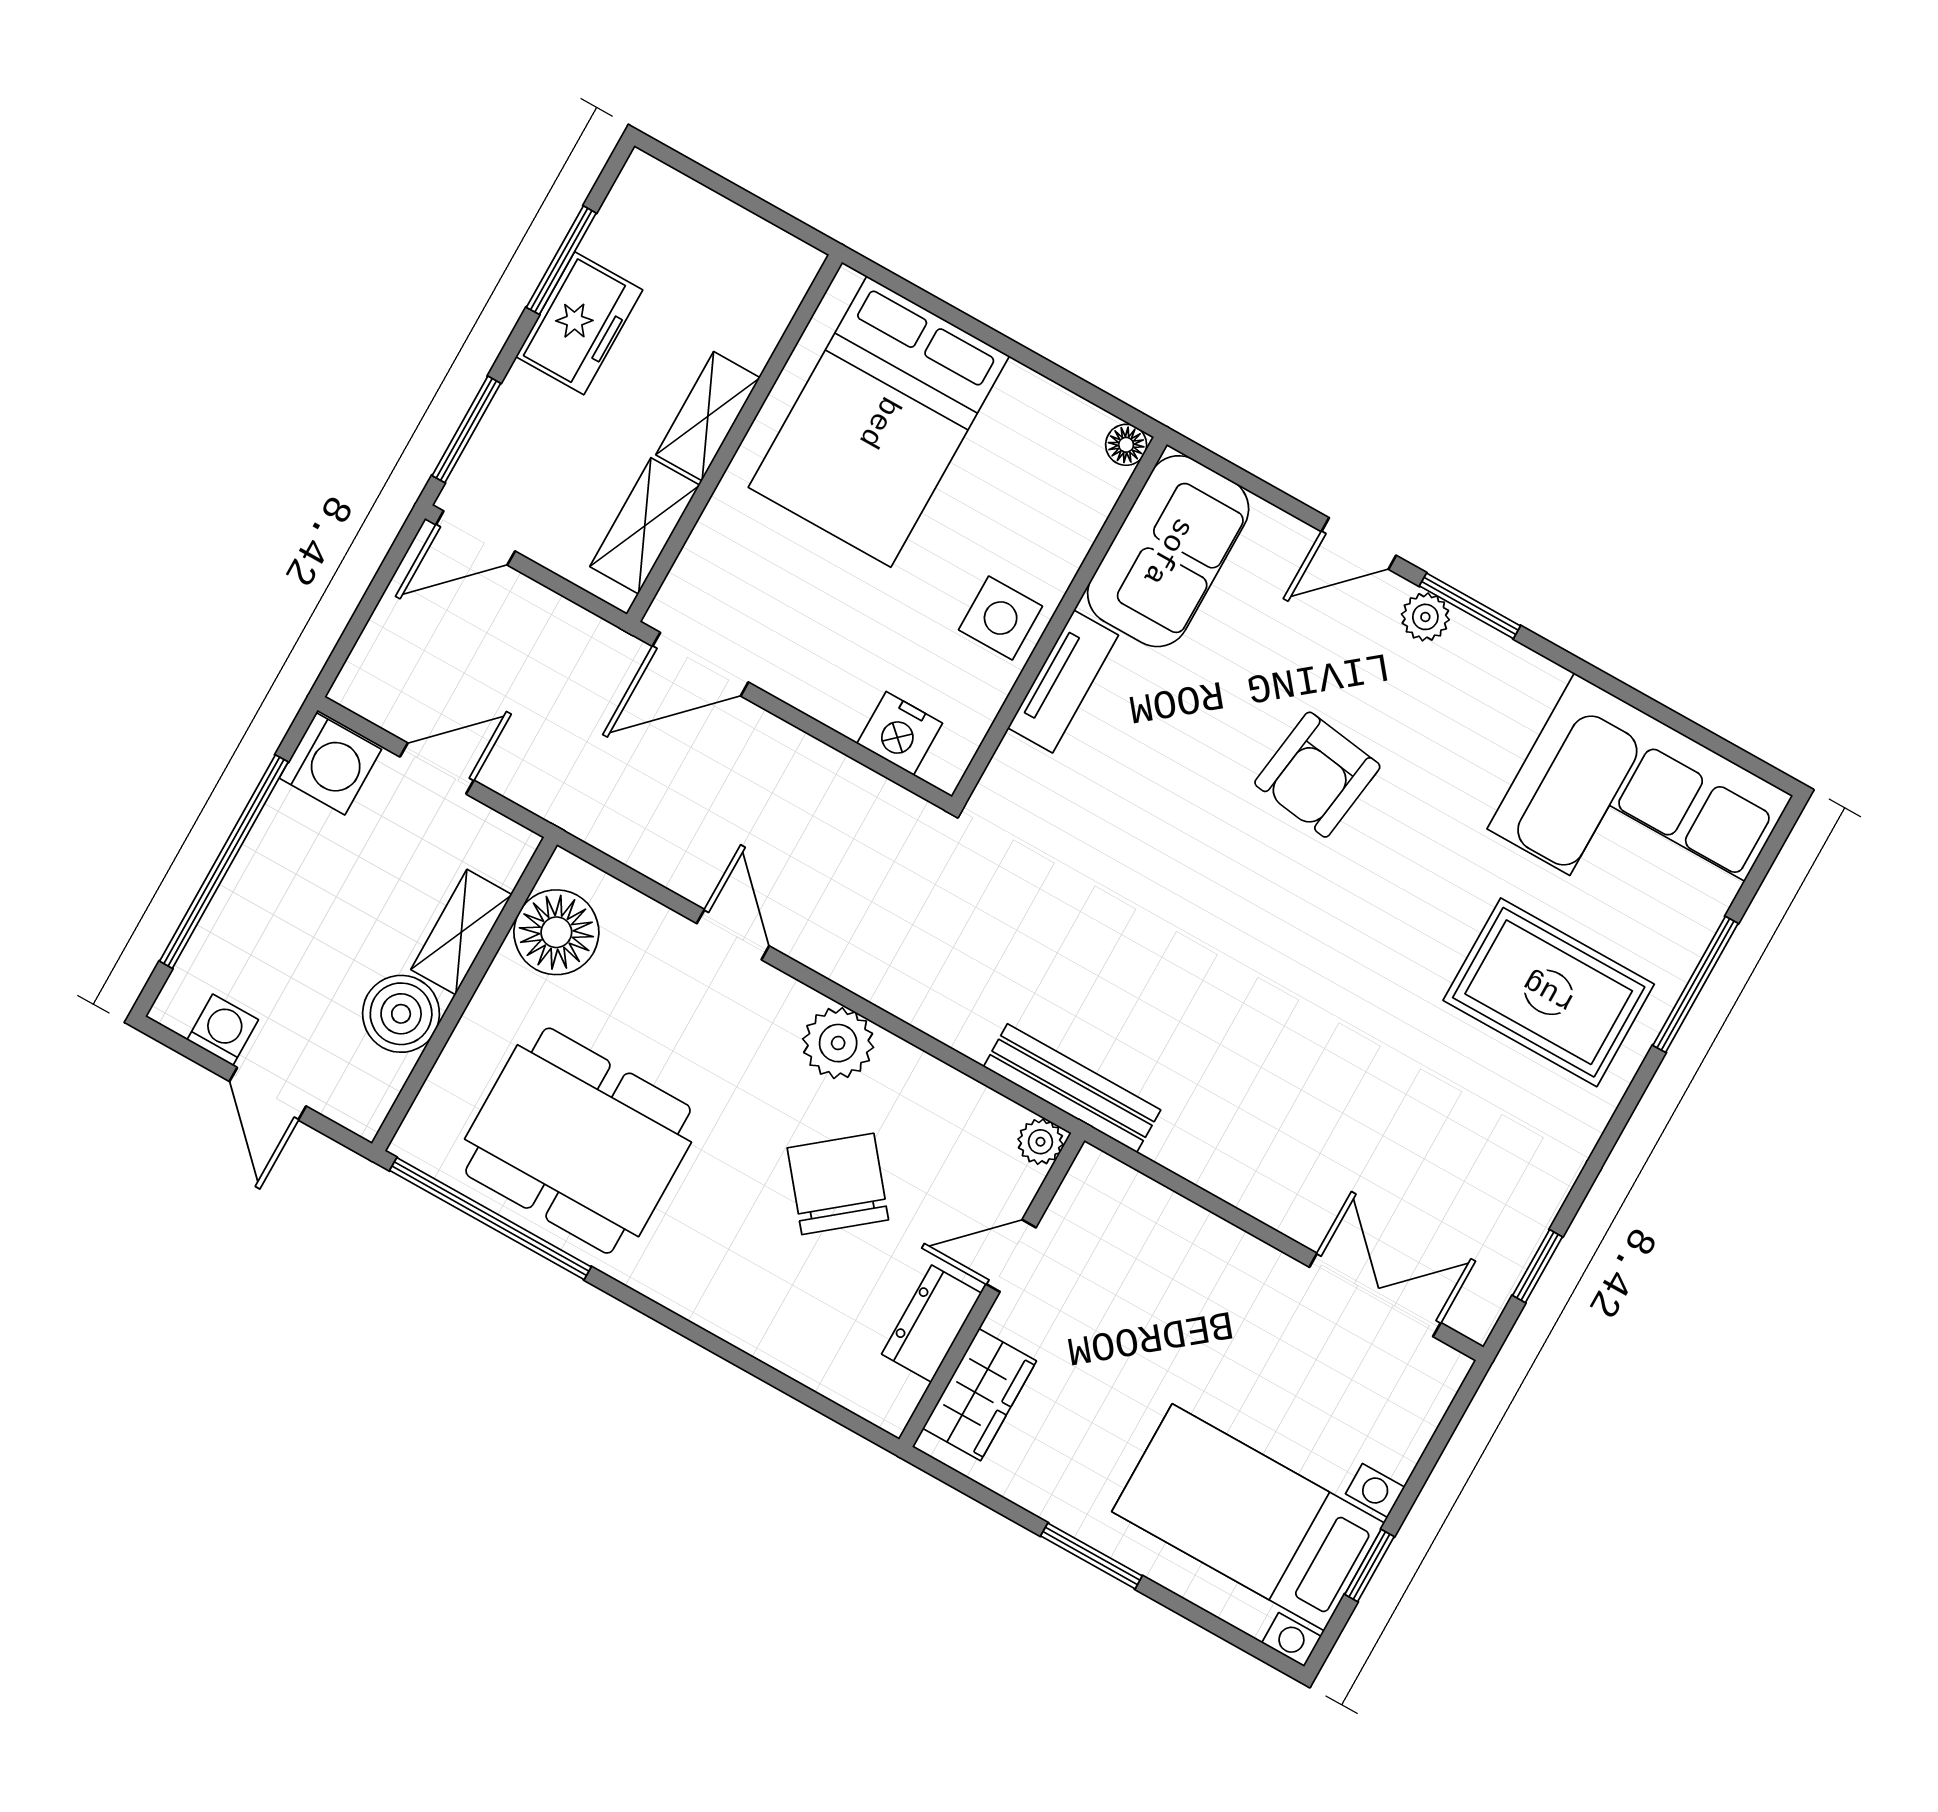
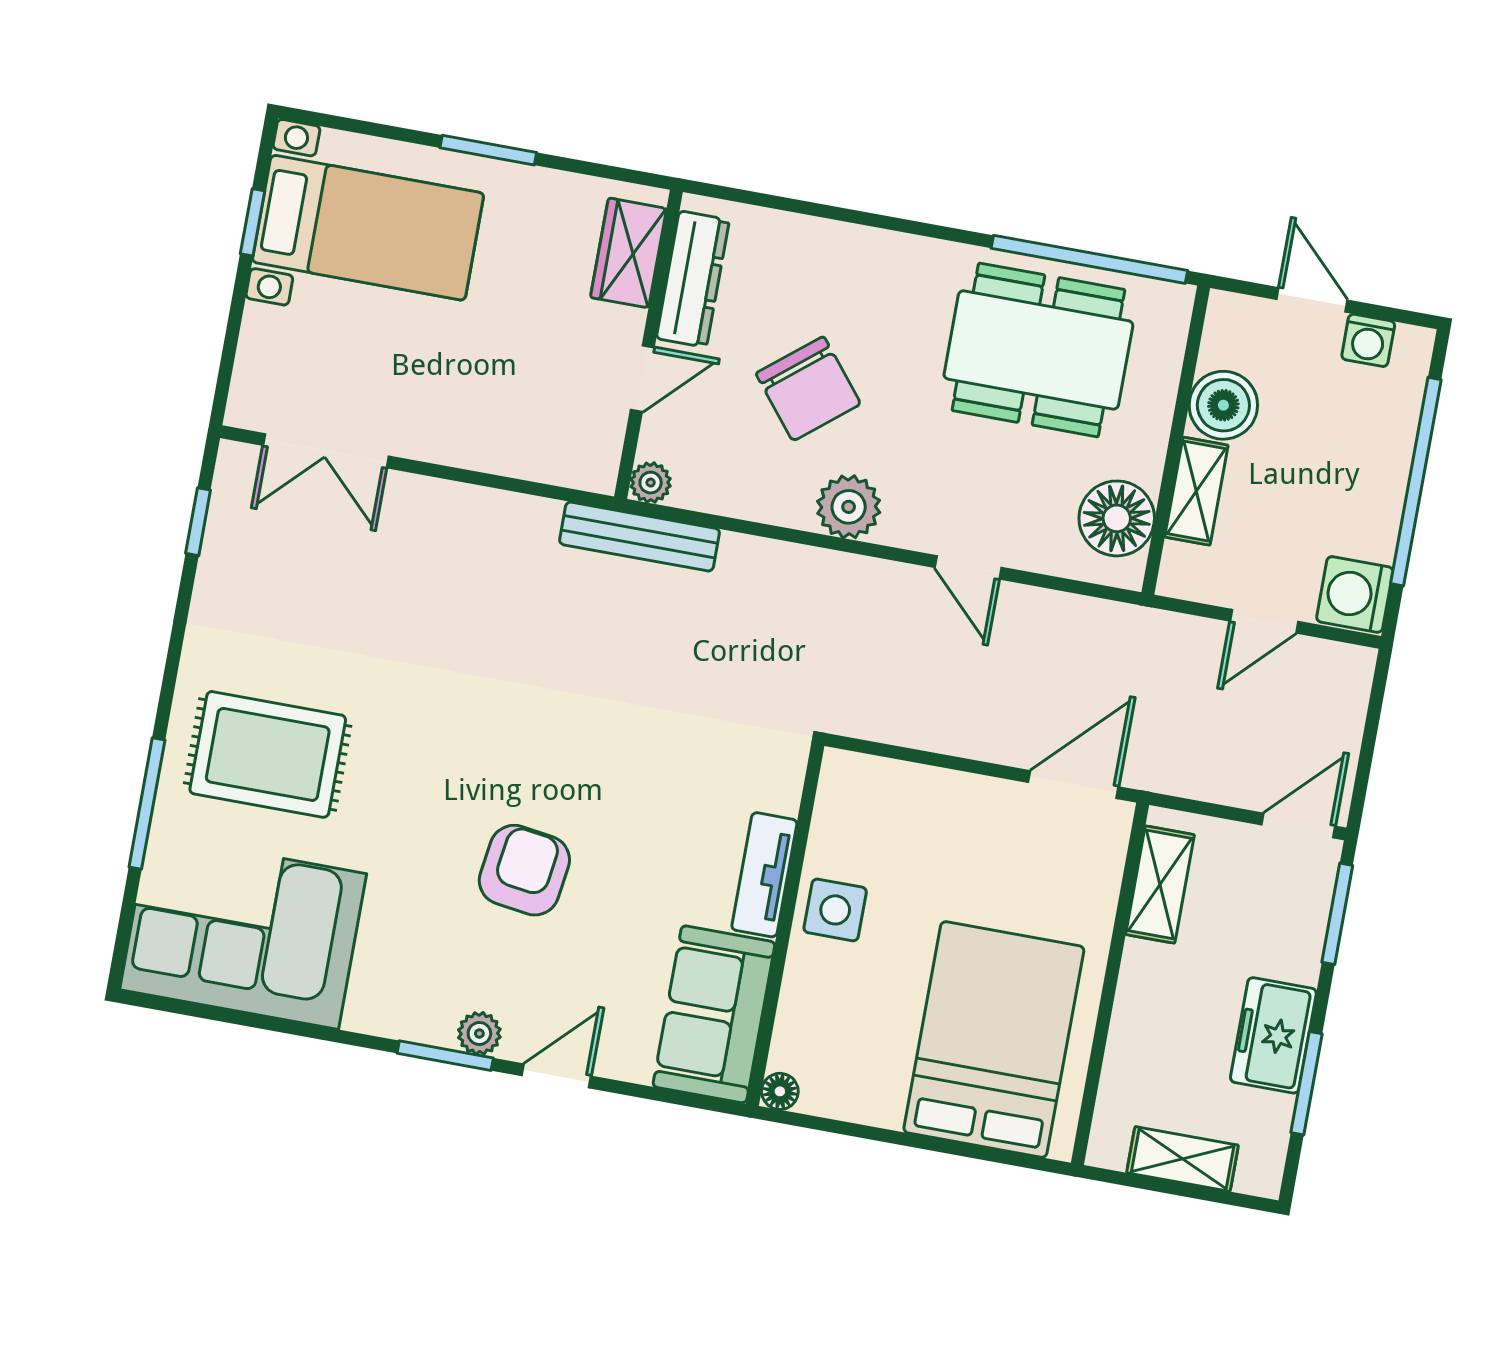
shelving: (708, 416) -> (1183, 1159), moved, turned 90
nightstand: (900, 733) -> (886, 784), removed
dresser: (932, 1324) -> (693, 279), width x1.44

